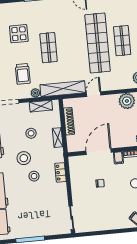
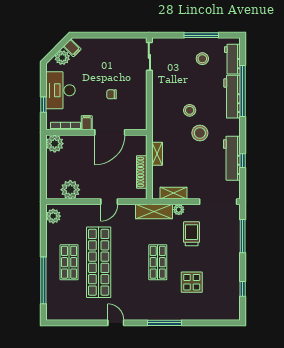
shelving: (63, 89) -> (154, 212), width x0.68
stool: (31, 133) -> (202, 59), moved
locker: (60, 172) -> (158, 112), removed

